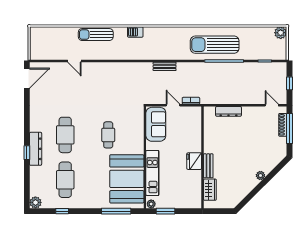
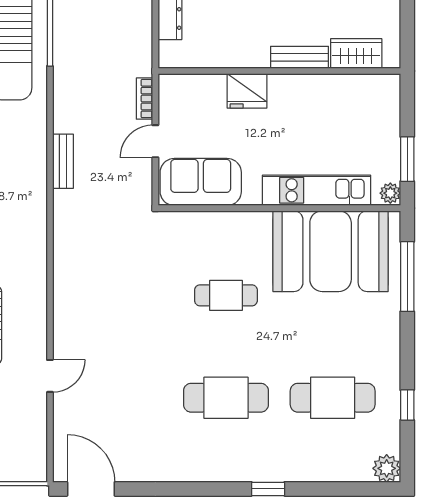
dresser: (36, 149) -> (259, 468), removed
fridge: (194, 161) -> (247, 91), moved

